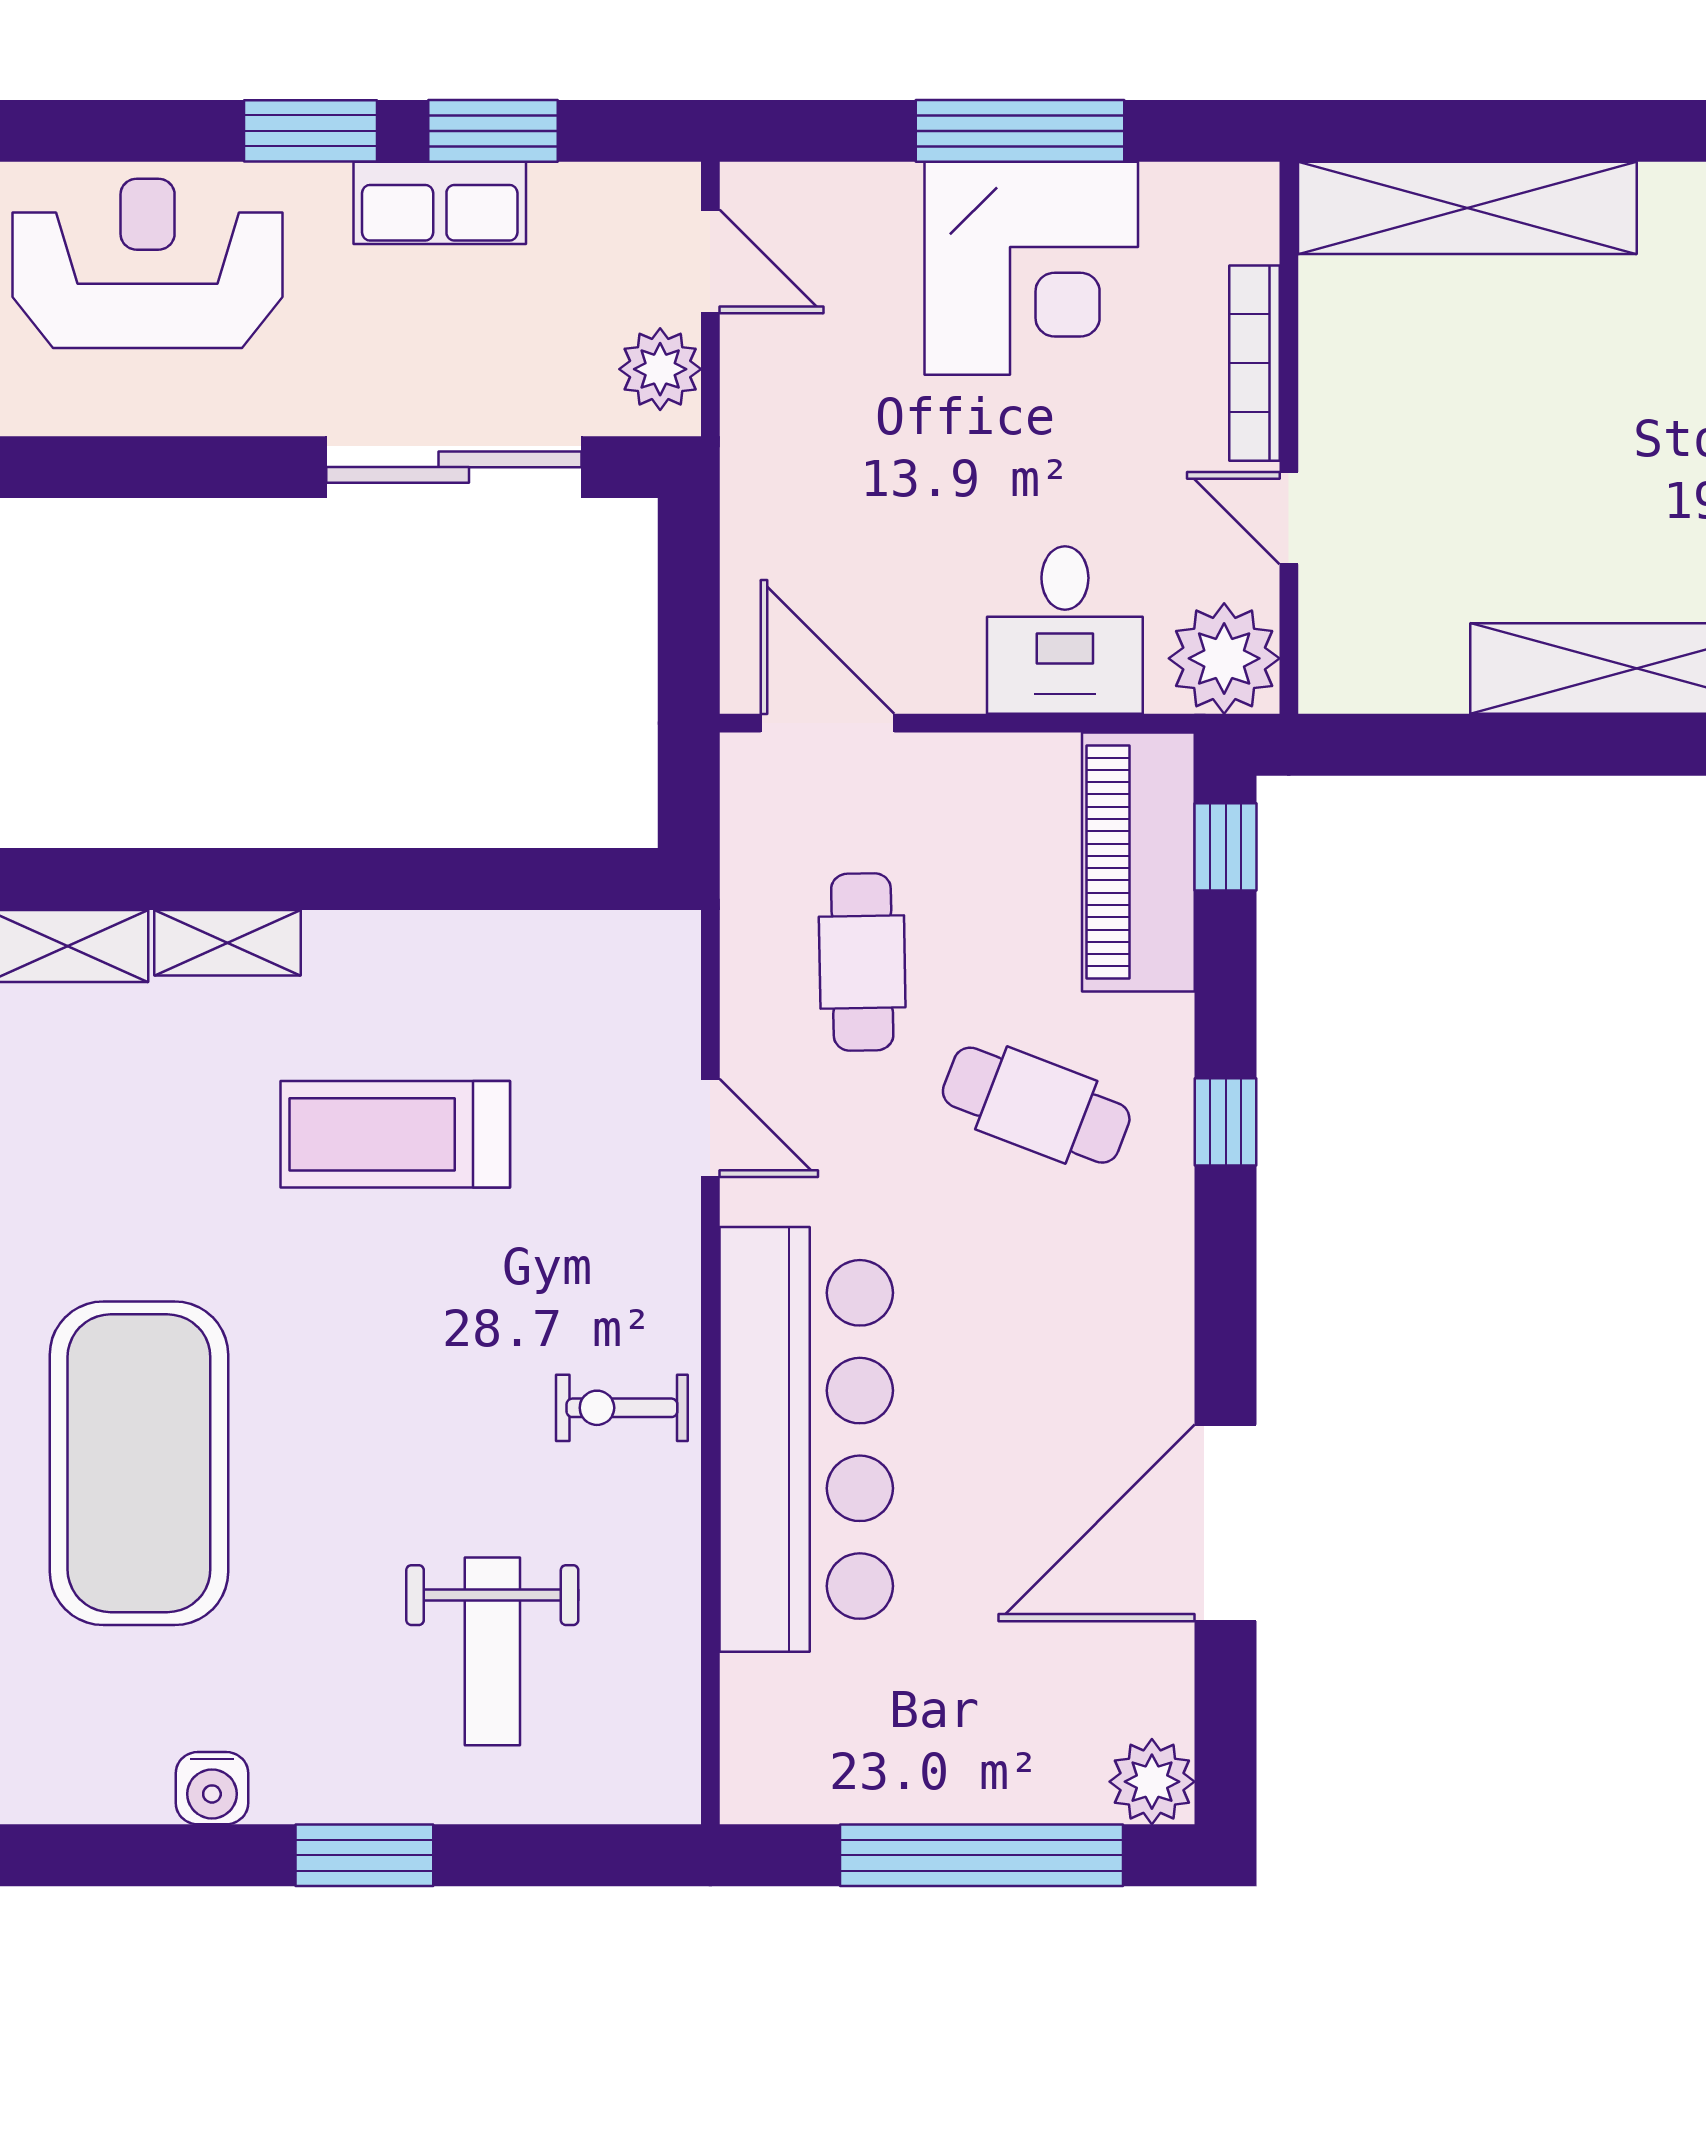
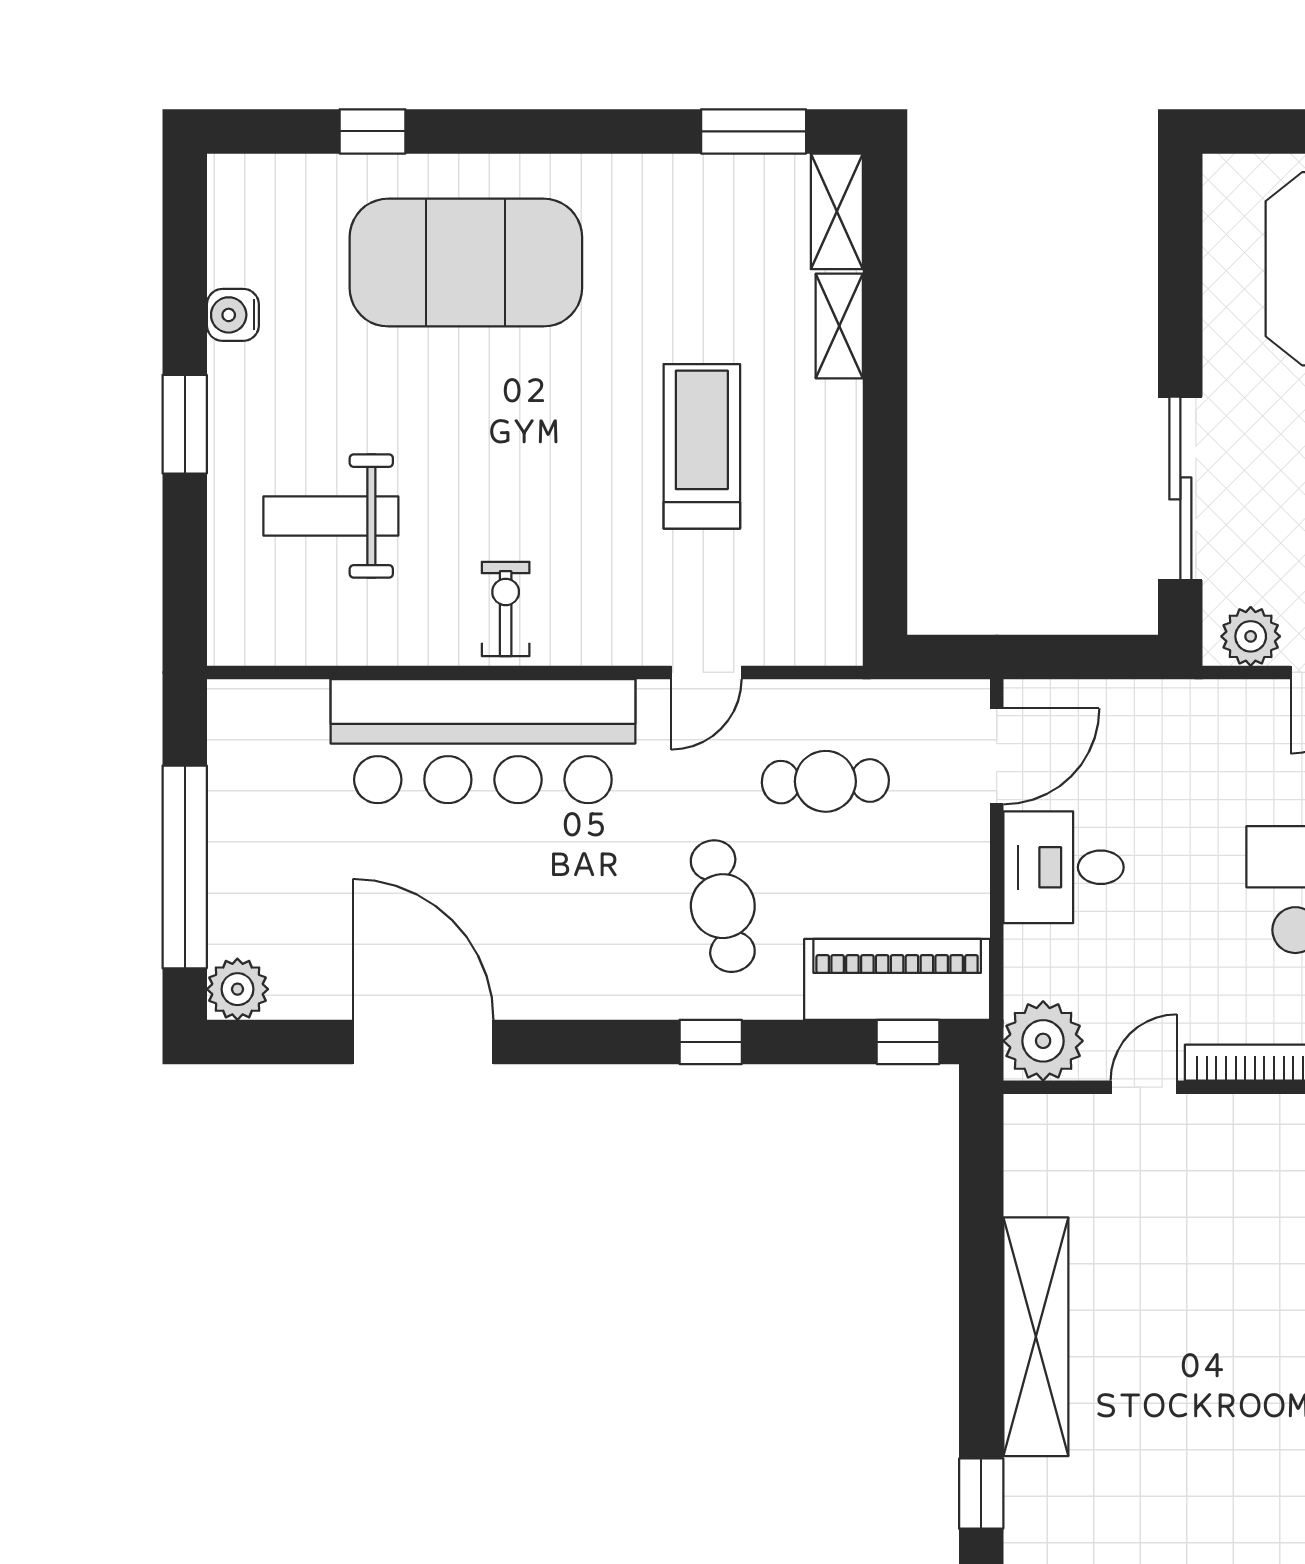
desk: (1065, 630) -> (1064, 867), moved
cafe table: (1036, 1105) -> (723, 906), turned -33

